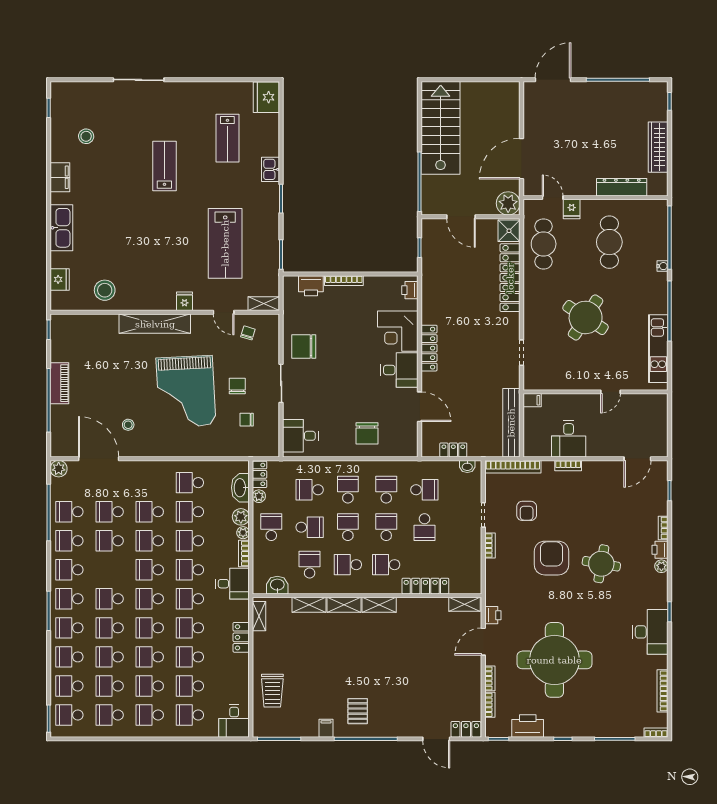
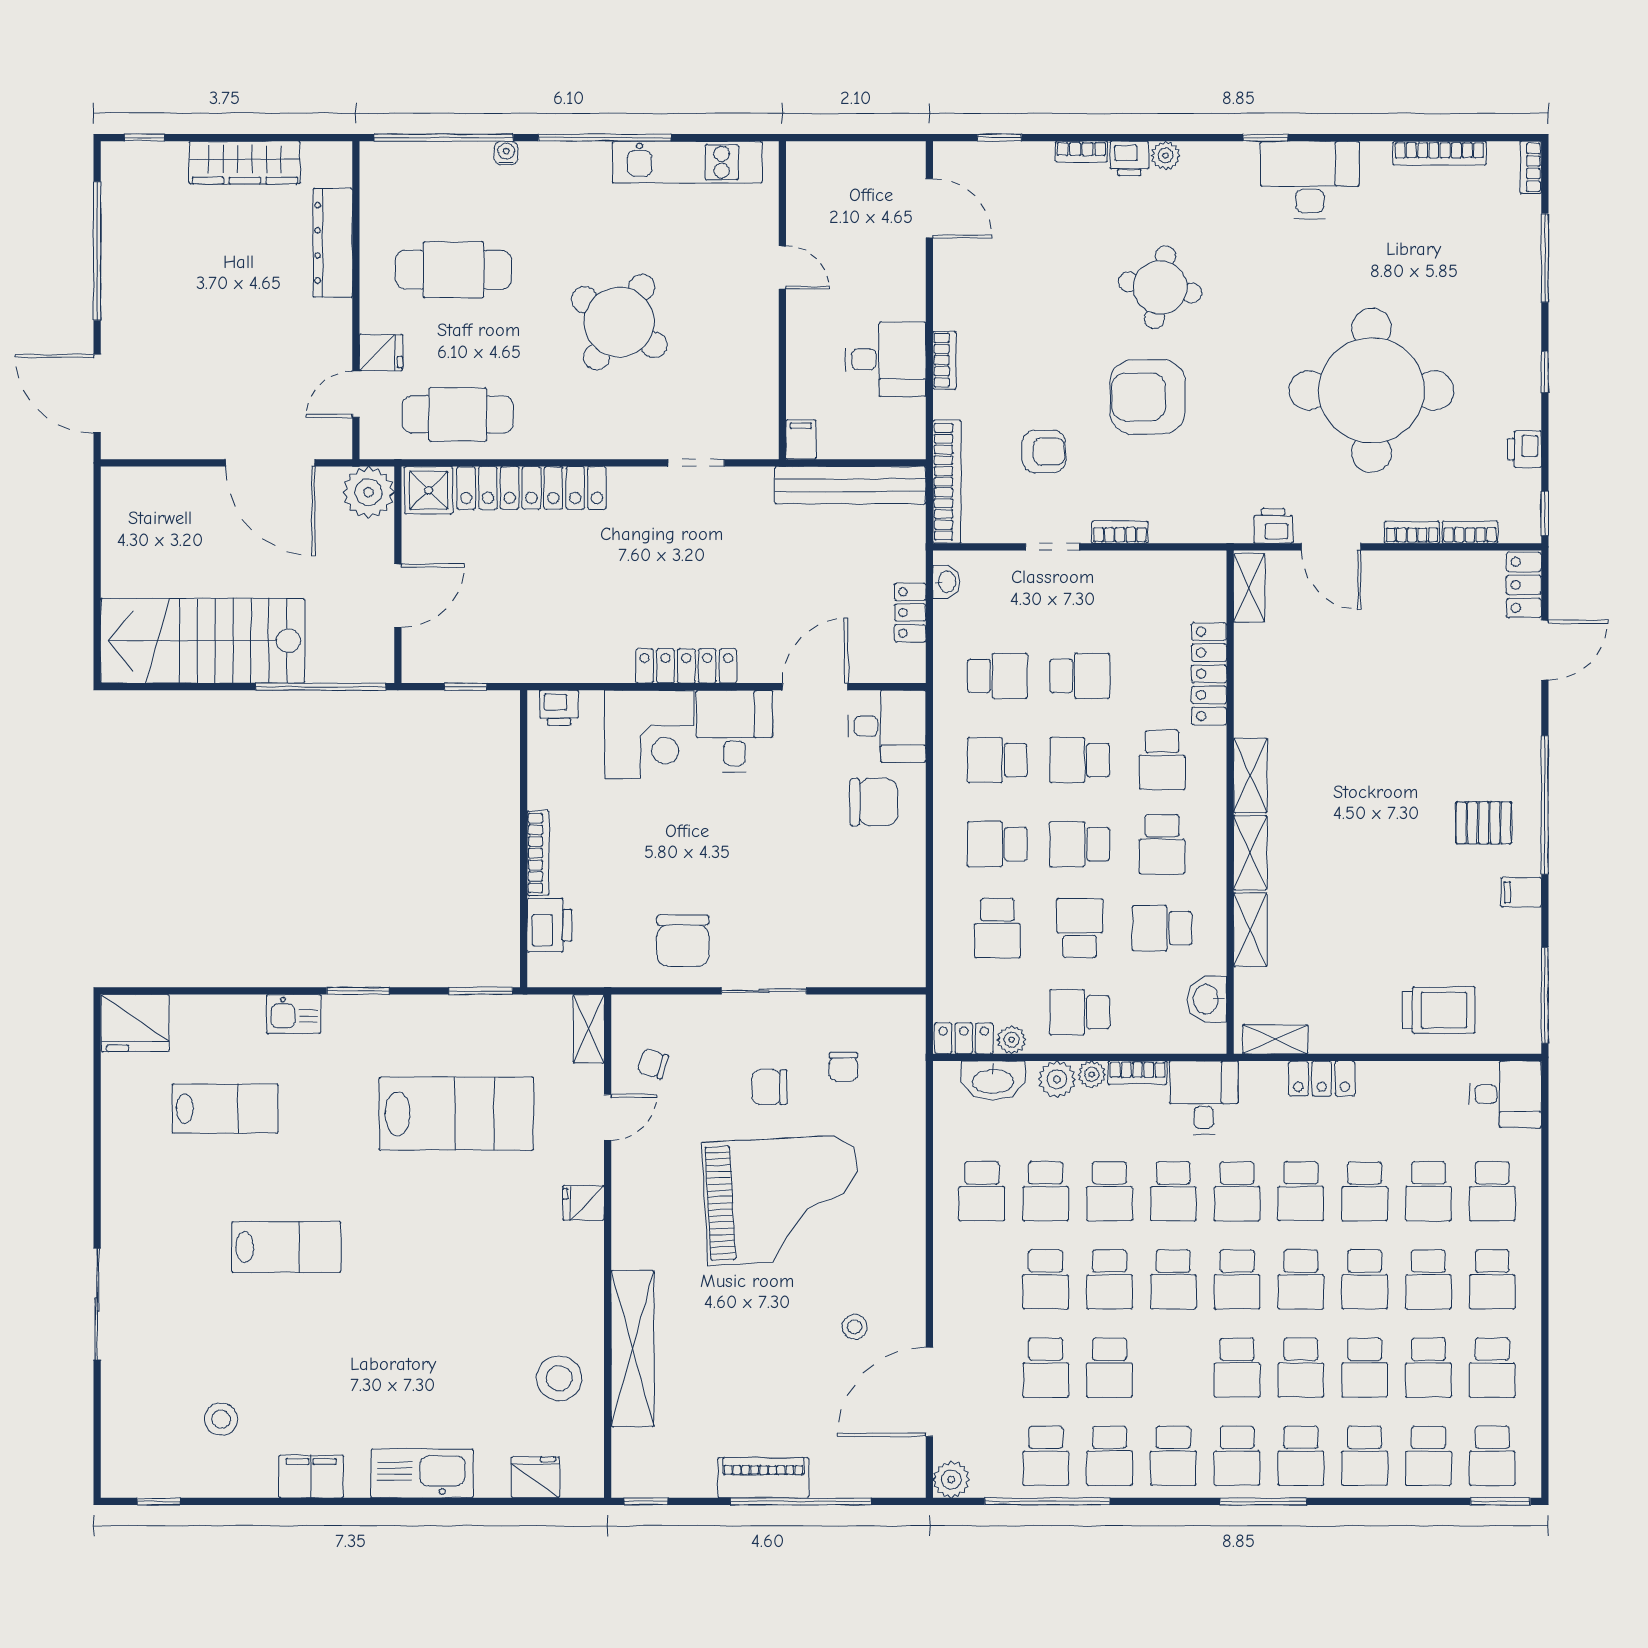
lab bench: (164, 166) -> (286, 1247), turned 180
shelving: (155, 324) -> (632, 1349), moved
desk: (300, 436) -> (887, 726), moved, turned -90
school desk: (424, 490) -> (997, 676), turned 90
printer: (528, 726) -> (1525, 449), width x0.53, depth x0.68

